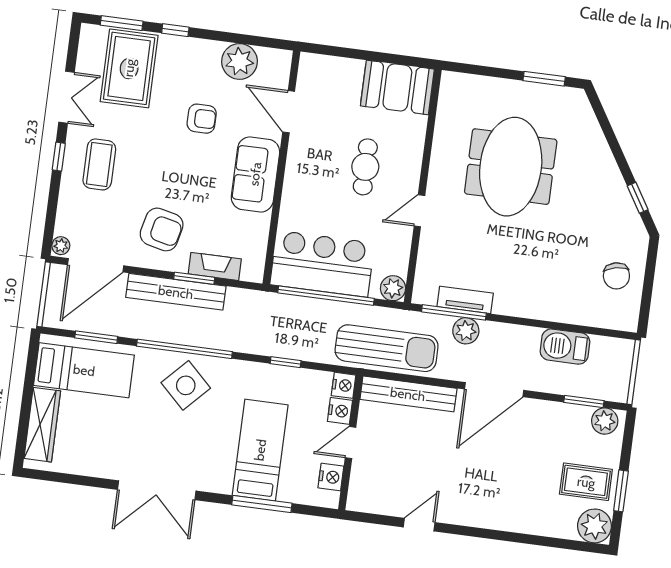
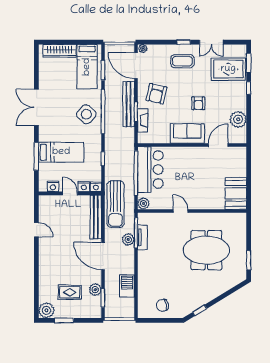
armchair: (202, 119) -> (198, 103), moved
cafe table: (365, 167) -> (197, 183), removed
plant: (605, 421) -> (95, 290), moved
rug: (586, 482) -> (70, 292), moved, turned 90

